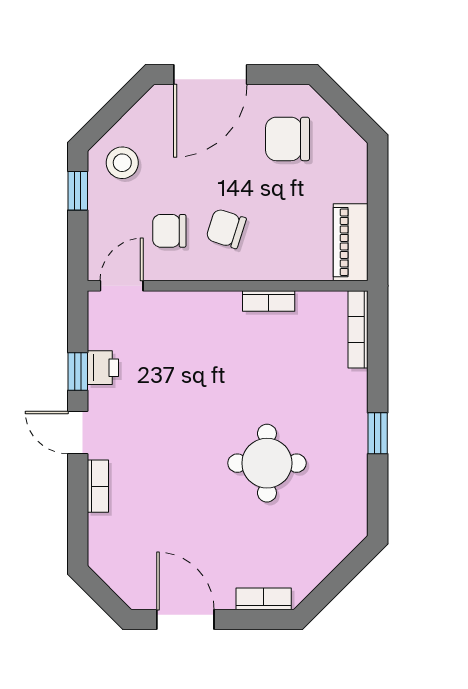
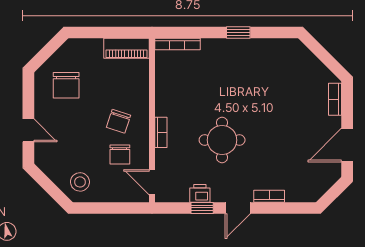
door: (210, 74) -> (28, 130), width x0.53
window: (78, 191) -> (96, 208), removed
bookcase: (269, 301) -> (161, 132), moved
round table: (267, 463) -> (222, 140), moved

